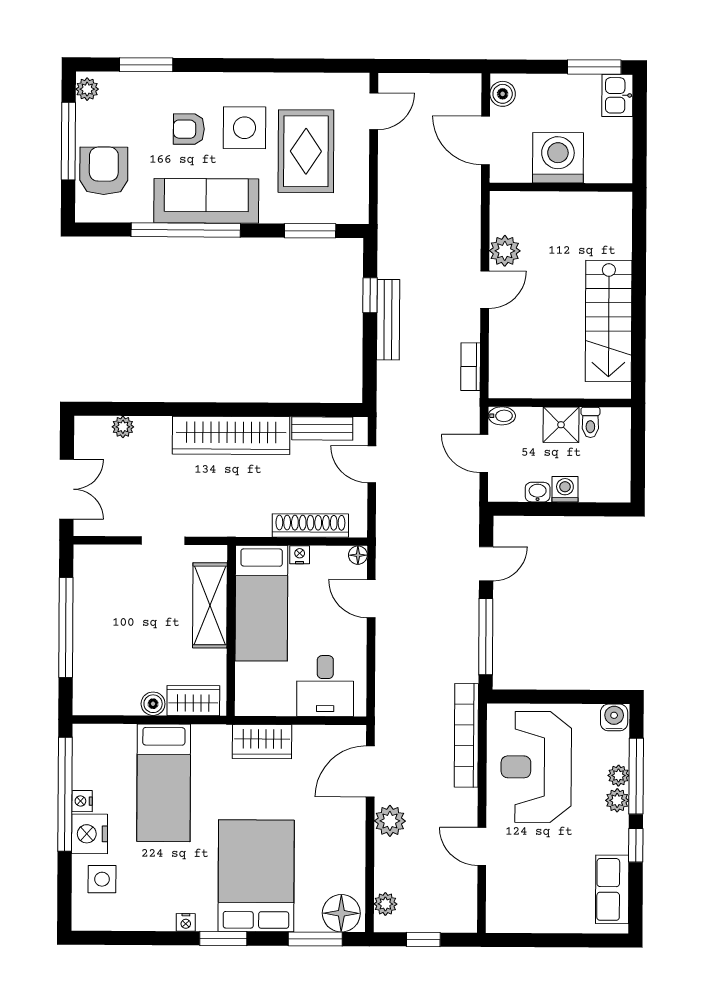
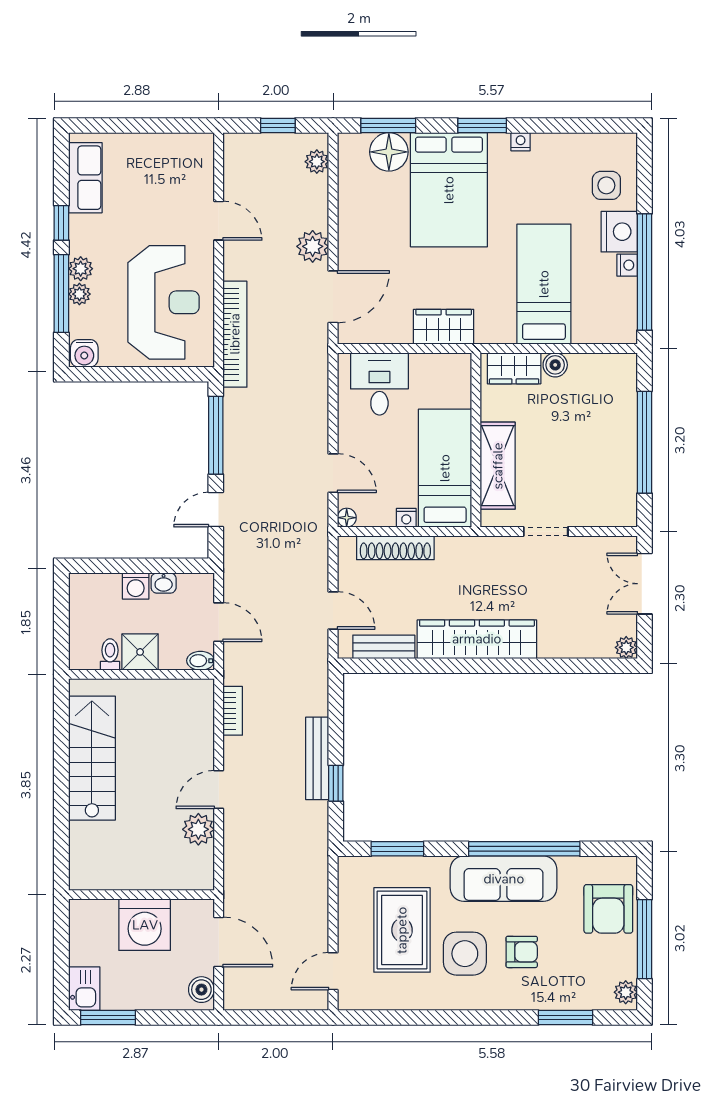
plant: (123, 427) -> (626, 647), moved
floor lamp: (341, 913) -> (389, 152), moved

